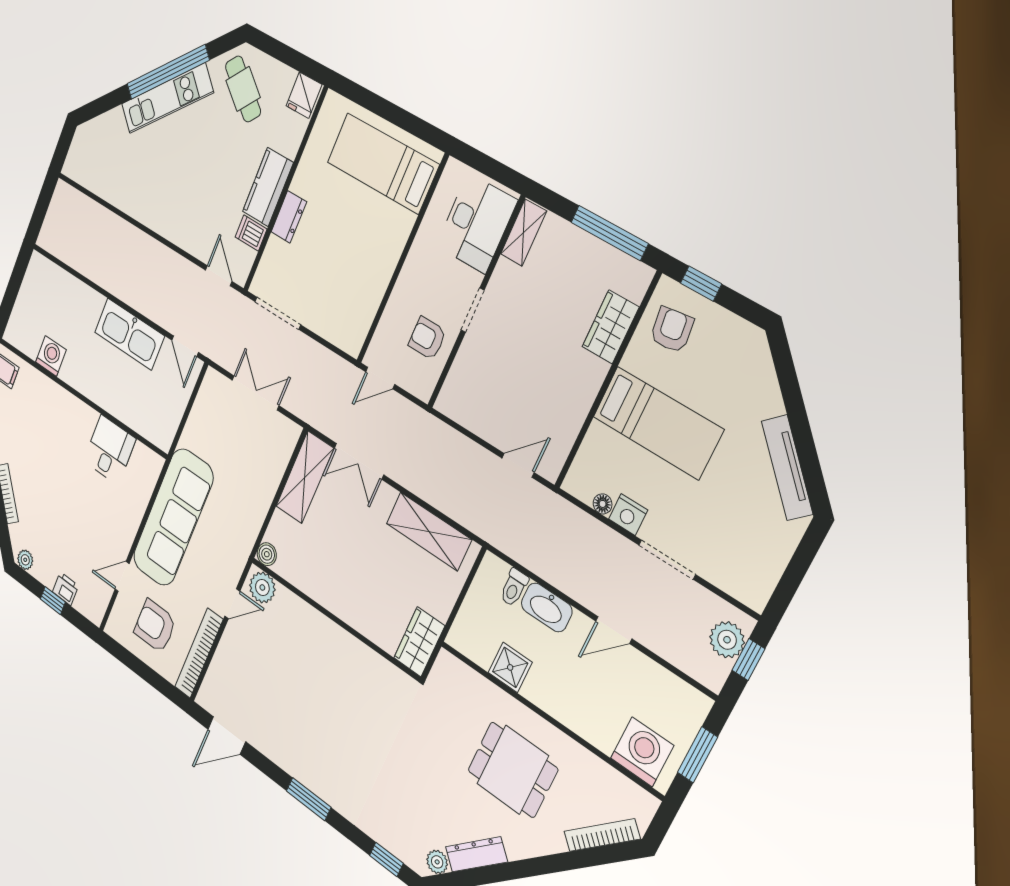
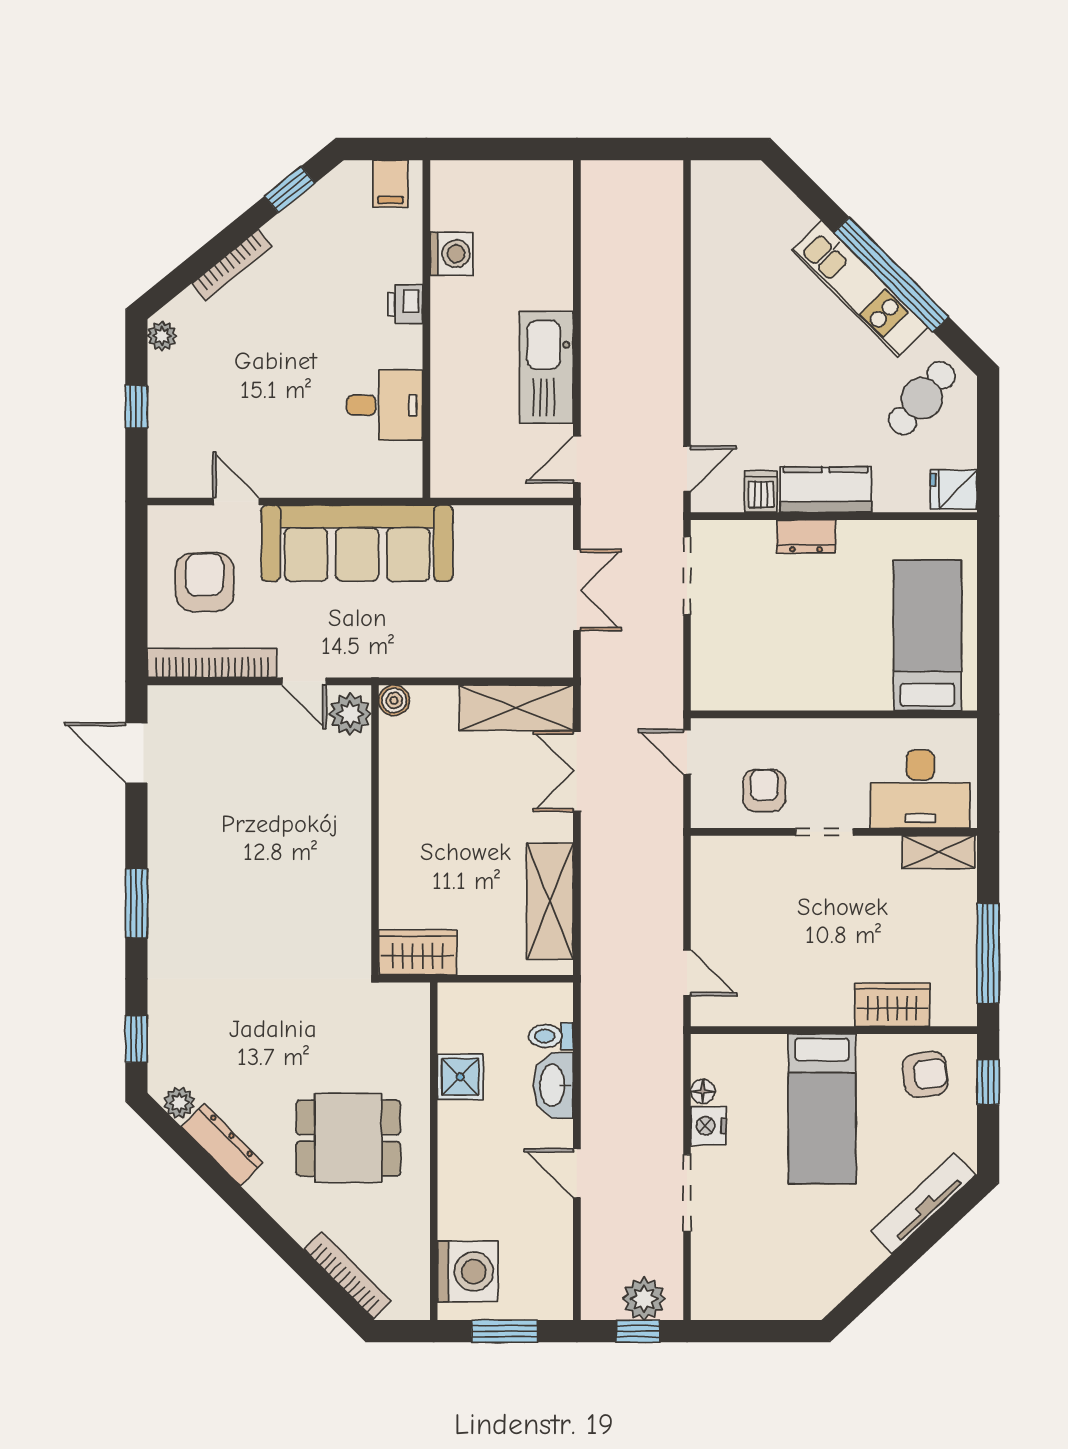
tv unit: (787, 468) -> (923, 1203), moved
printer: (65, 589) -> (405, 304), moved, turned 180
dining table: (513, 770) -> (348, 1138), turned 90

